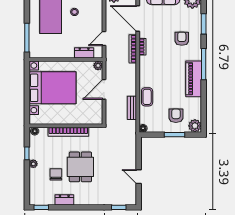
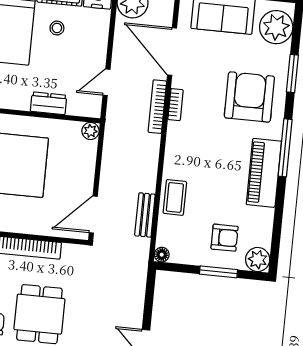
armchair: (182, 39) -> (249, 97), width x1.88, depth x1.88
dresser: (84, 53) -> (49, 103), moved
door: (104, 89) -> (93, 214), moved
armchair: (176, 116) -> (225, 238), turned 90

